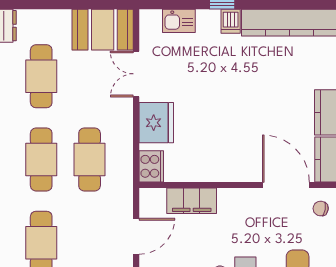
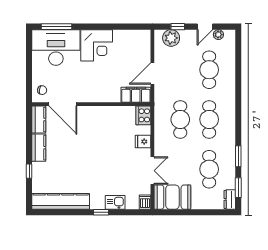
kitchen sink: (179, 21) -> (115, 202), moved
dishwasher: (231, 21) -> (145, 202), moved
fridge: (156, 123) -> (143, 141), width x0.53, depth x0.75
filing cabinet: (192, 201) -> (136, 95), moved

